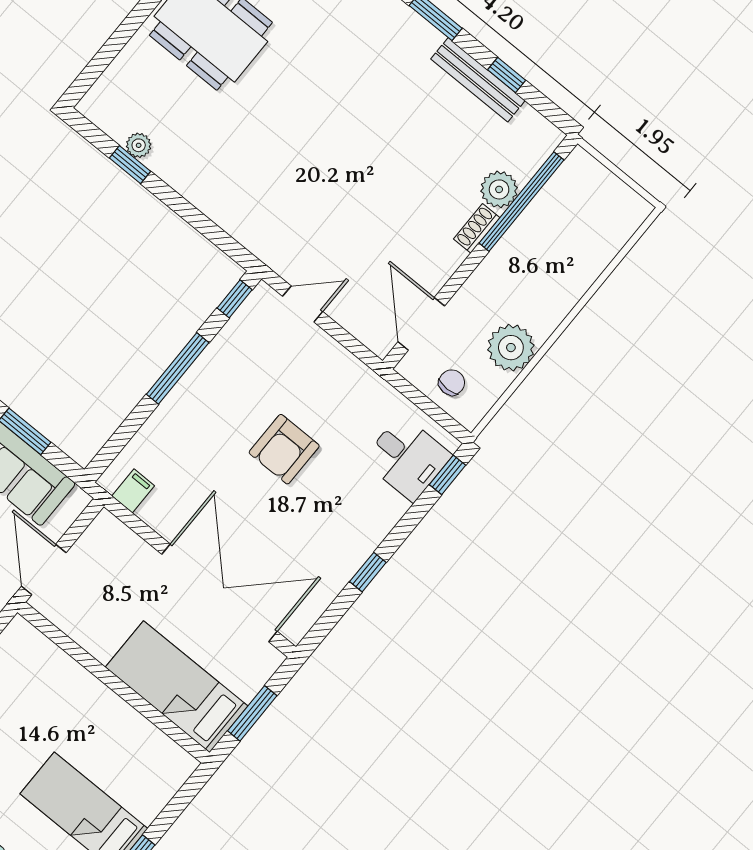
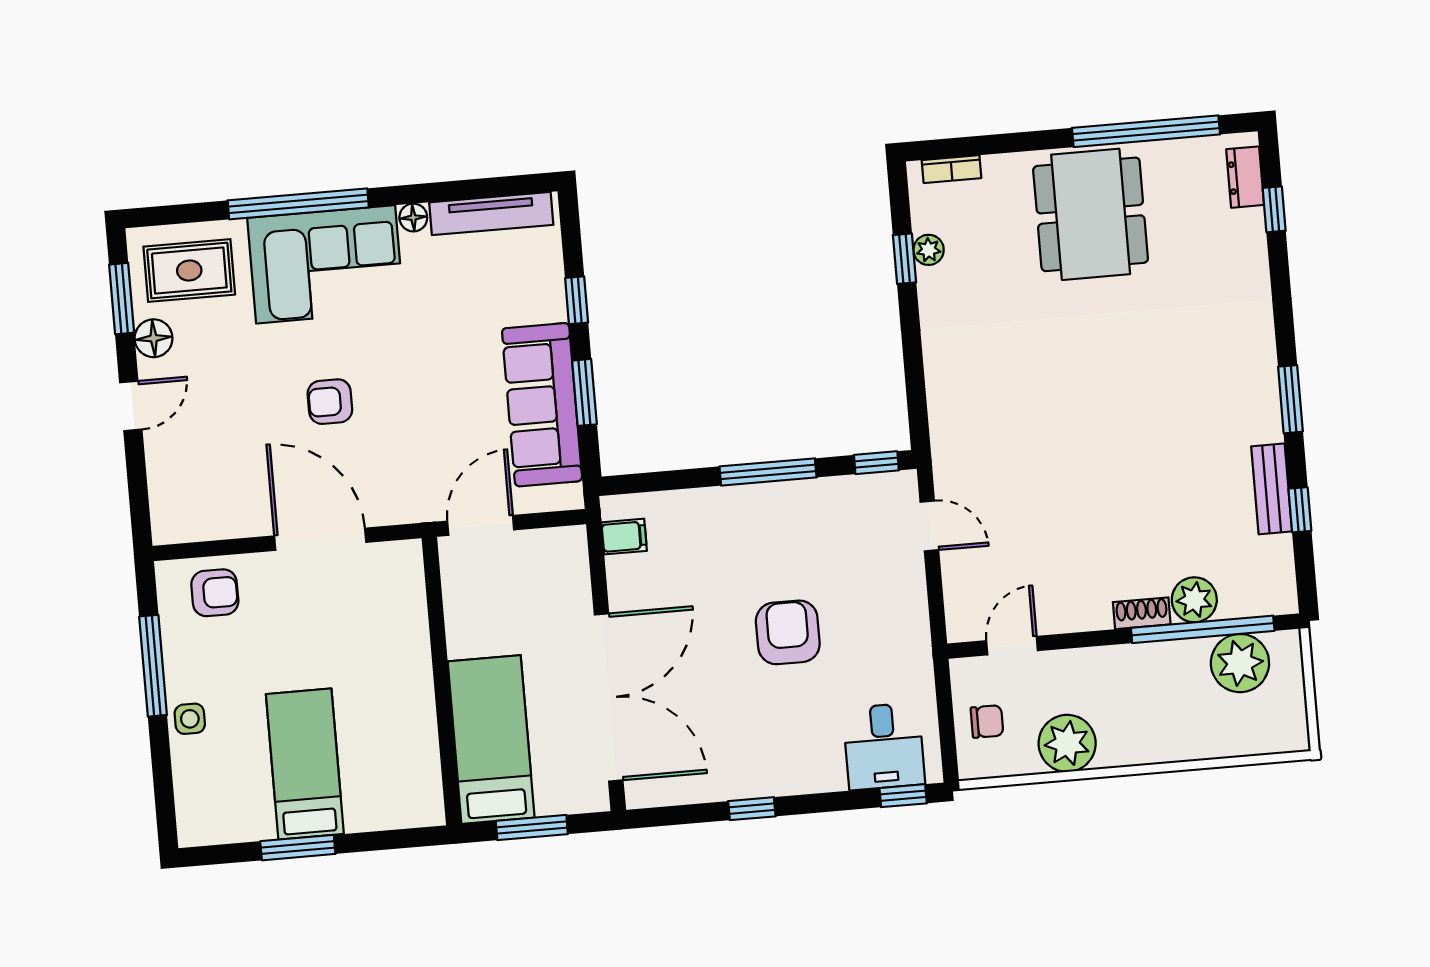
bench: (478, 80) -> (1272, 489), width x0.73
bookcase: (104, 85) -> (952, 169), added
plant: (563, 199) -> (1240, 663), added
door: (421, 324) -> (1012, 646), width x0.73
armchair: (284, 449) -> (788, 632), turned 90

